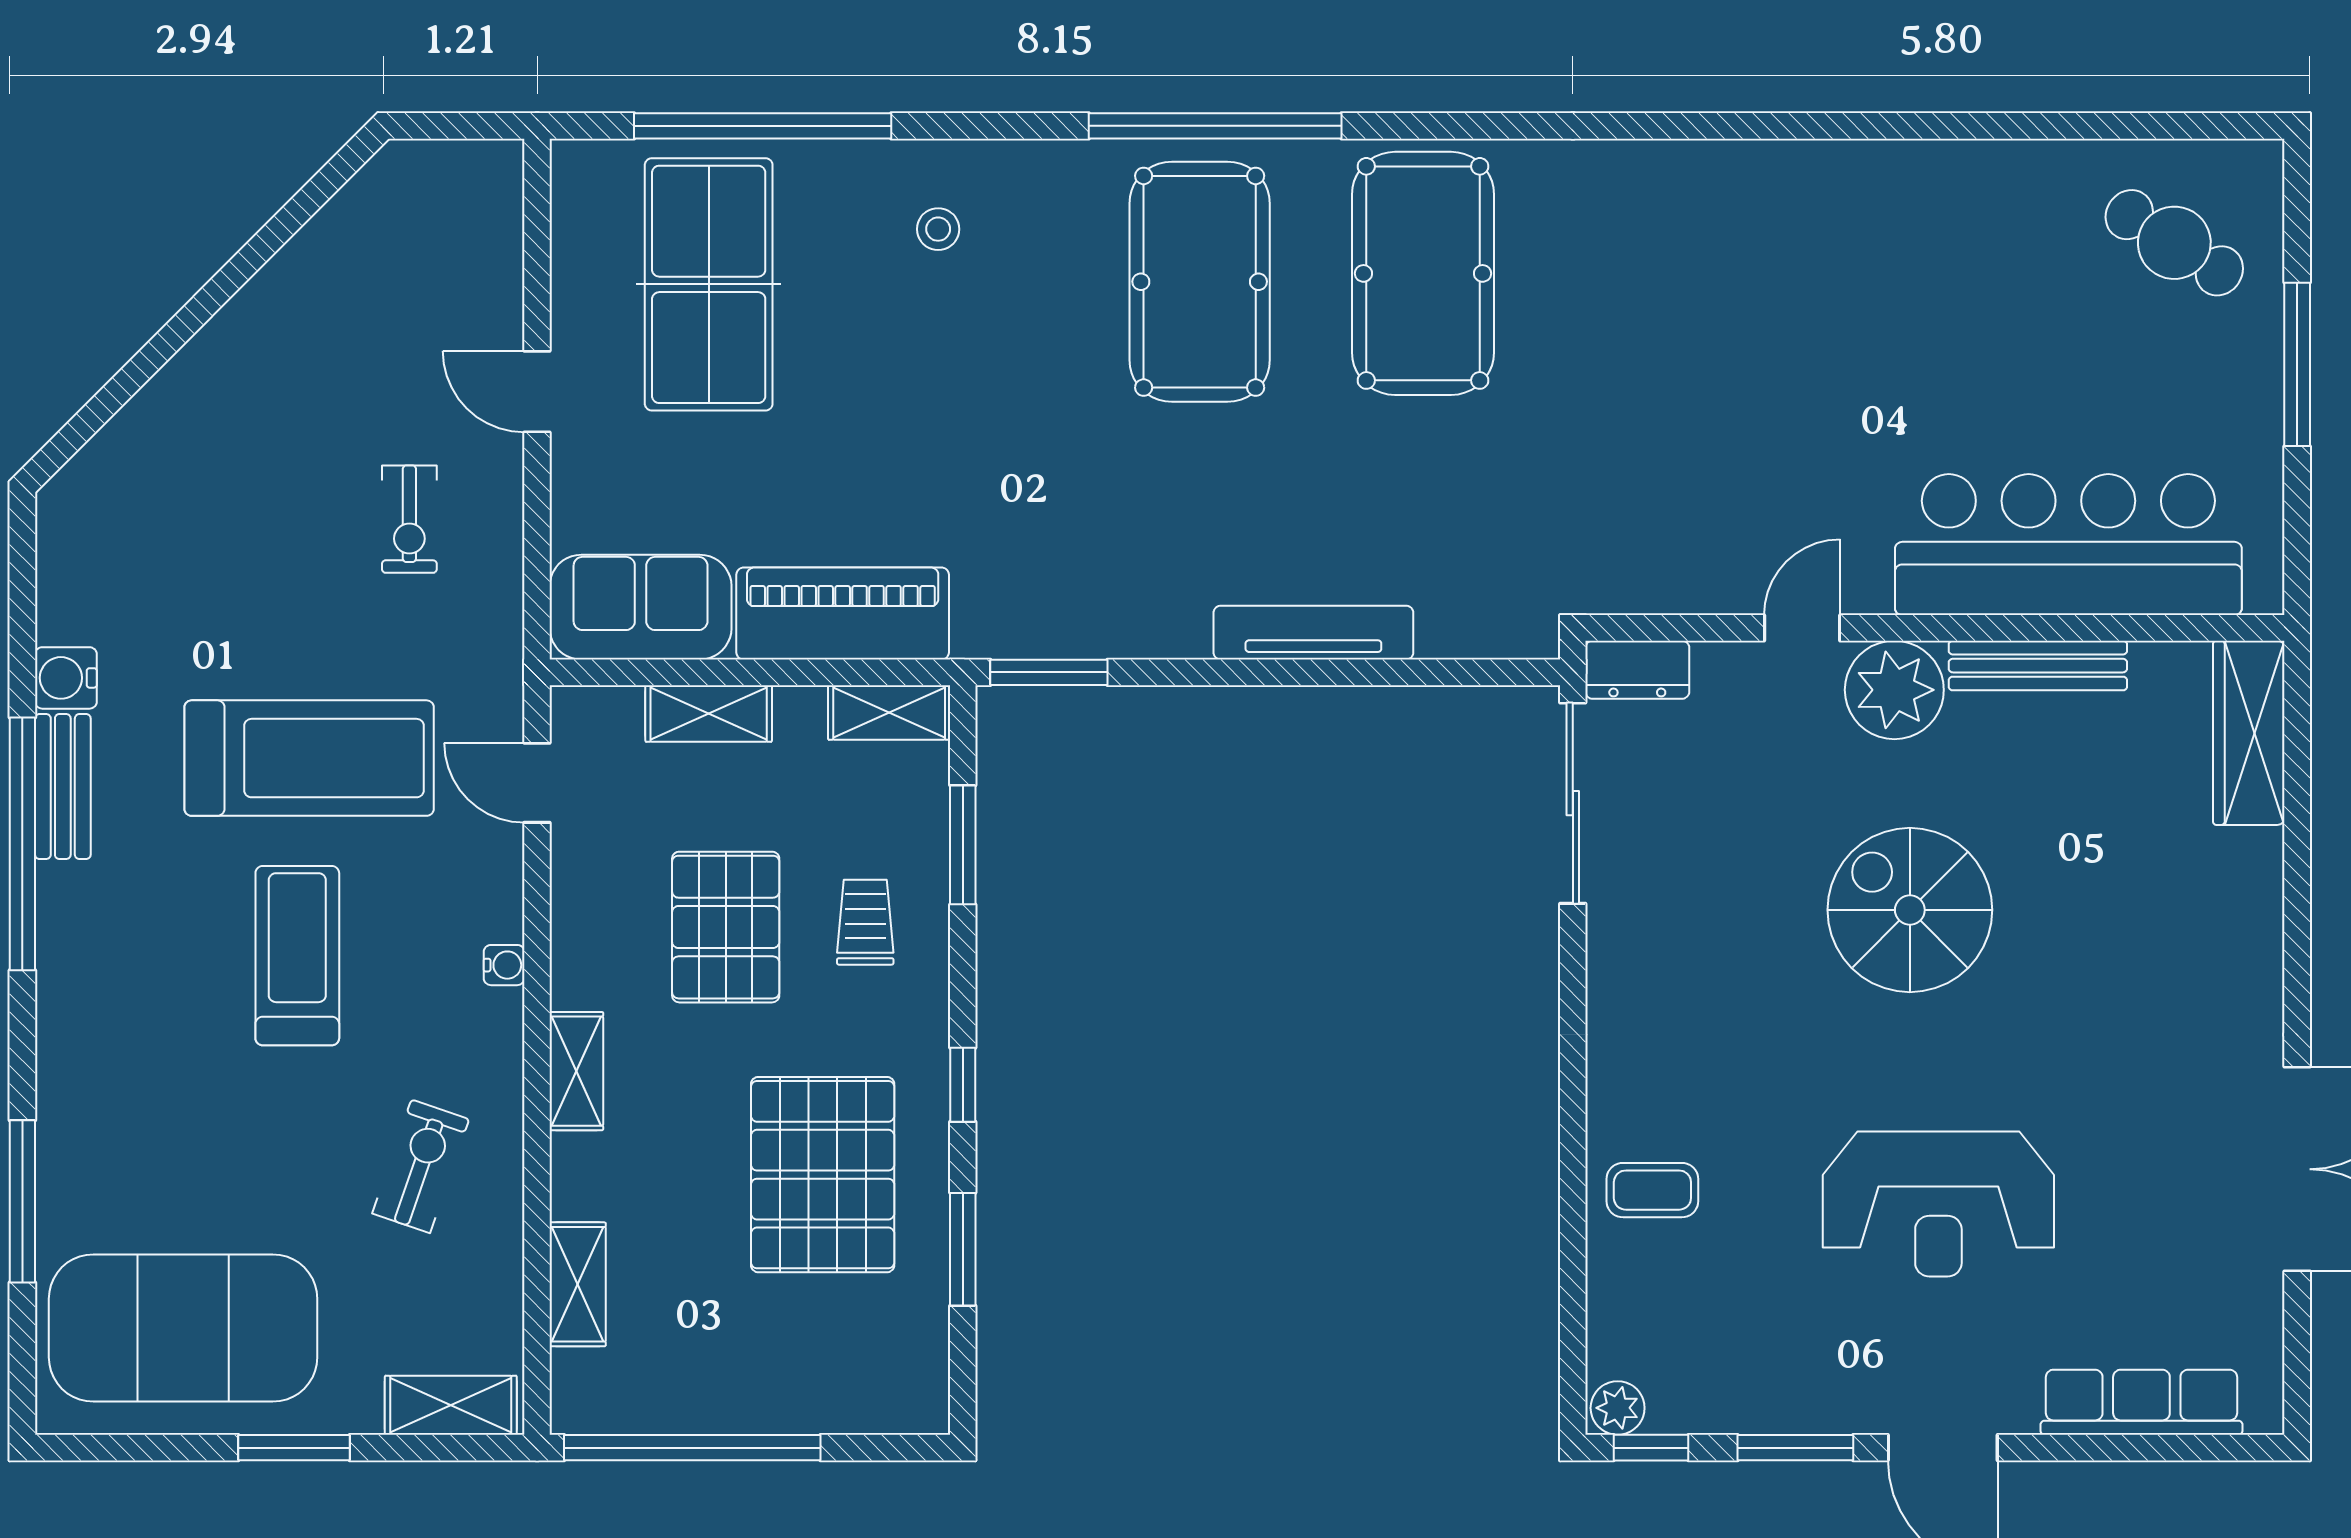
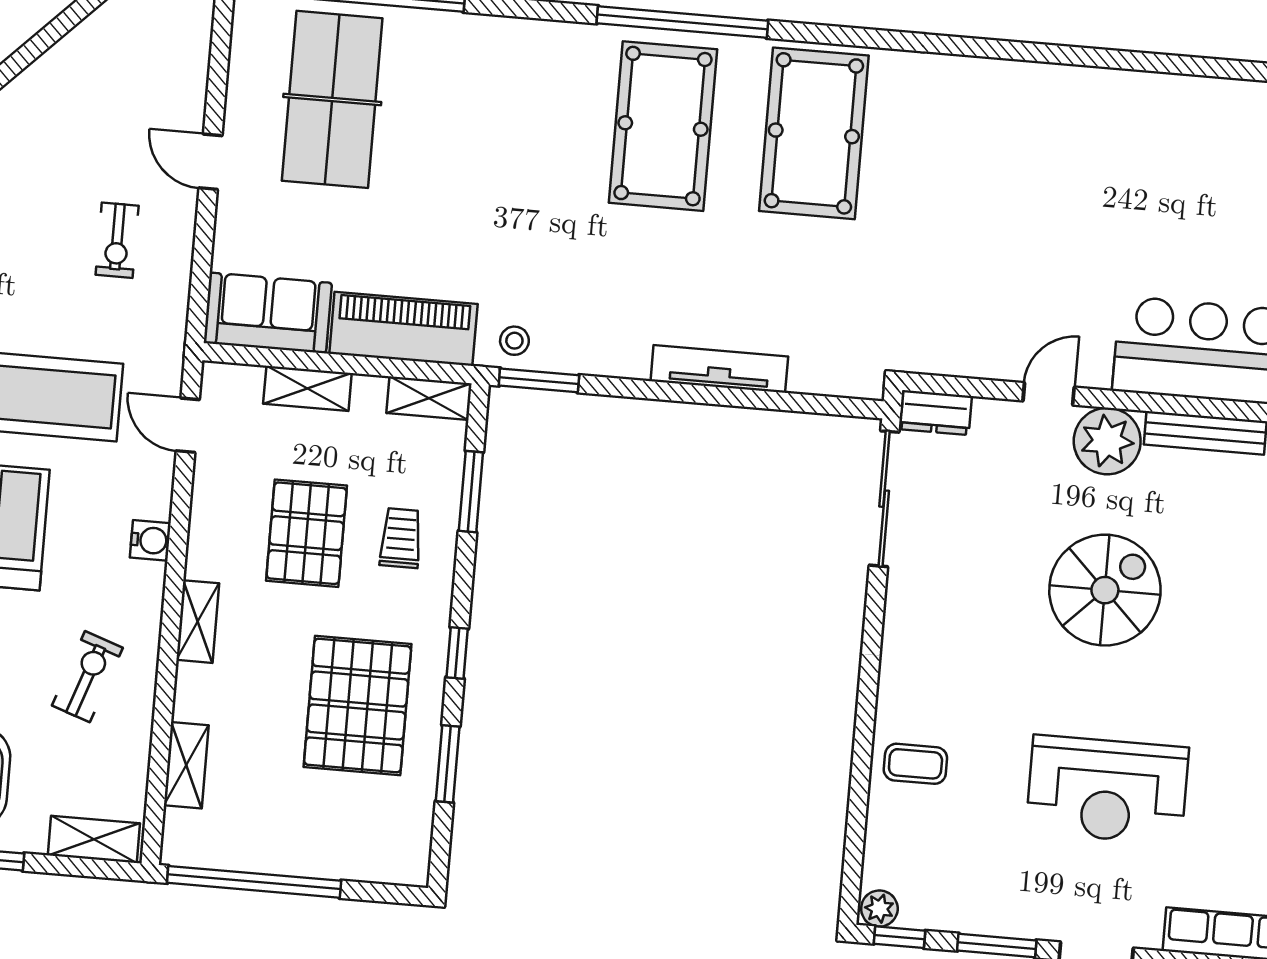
stool: (938, 229) -> (514, 341), moved
spiral stairs: (1910, 910) -> (1105, 590), turned 90
water cooler: (504, 965) -> (150, 540), width x1.38, depth x1.38

